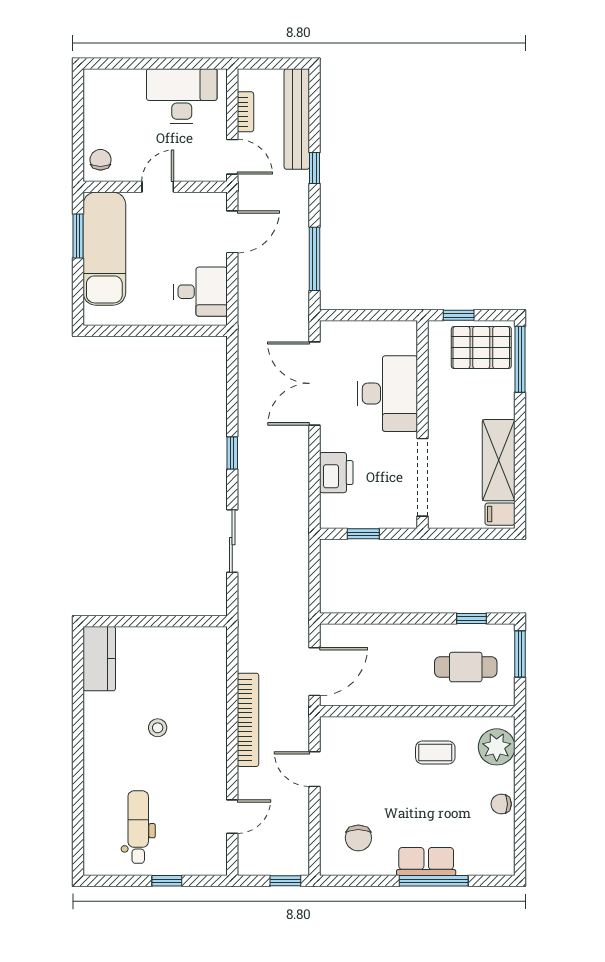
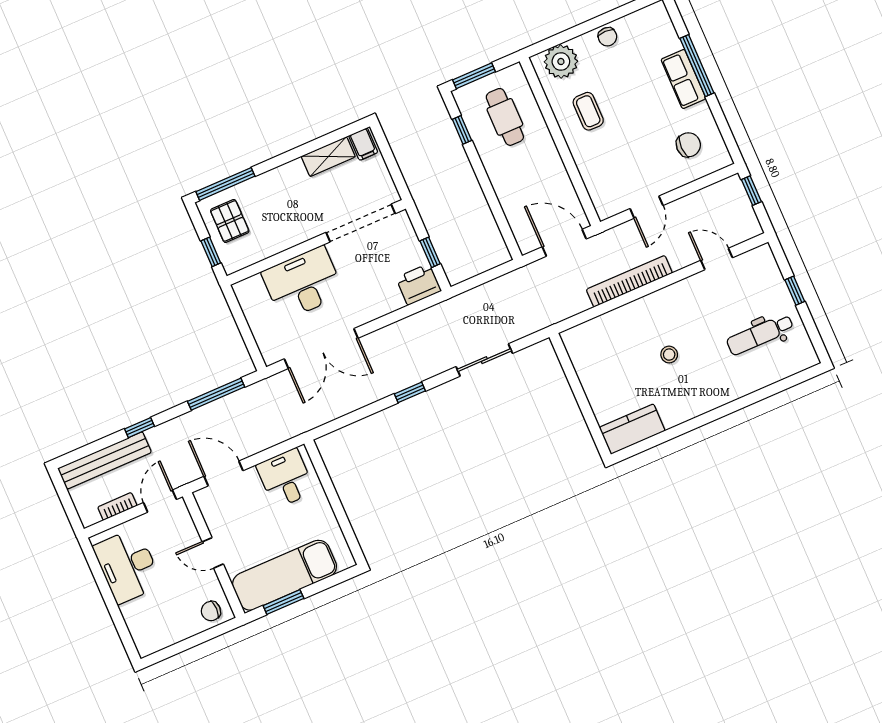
pallet: (481, 348) -> (230, 221), width x0.67, depth x0.71
shelving: (499, 460) -> (328, 157), width x0.67, depth x0.75
printer: (336, 473) -> (419, 284), moved

